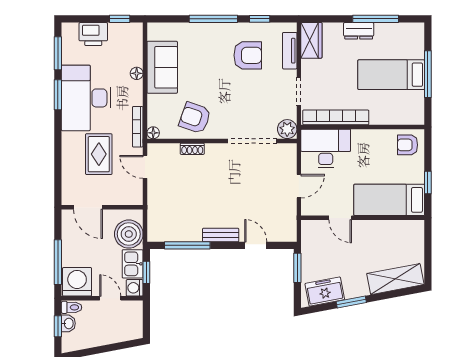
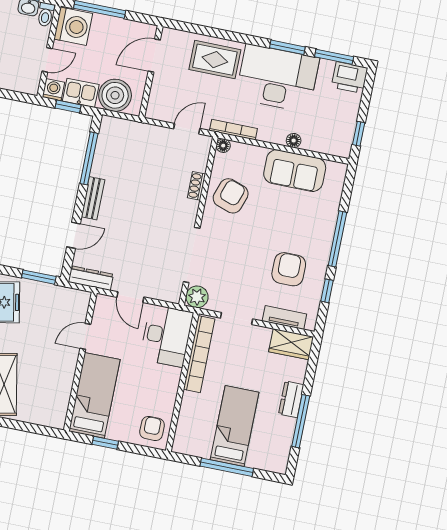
printer: (93, 34) -> (350, 77), moved, turned -90
armchair: (248, 55) -> (289, 269), turned 180
rug: (99, 154) -> (215, 60), moved
dresser: (289, 223) -> (91, 278), added

